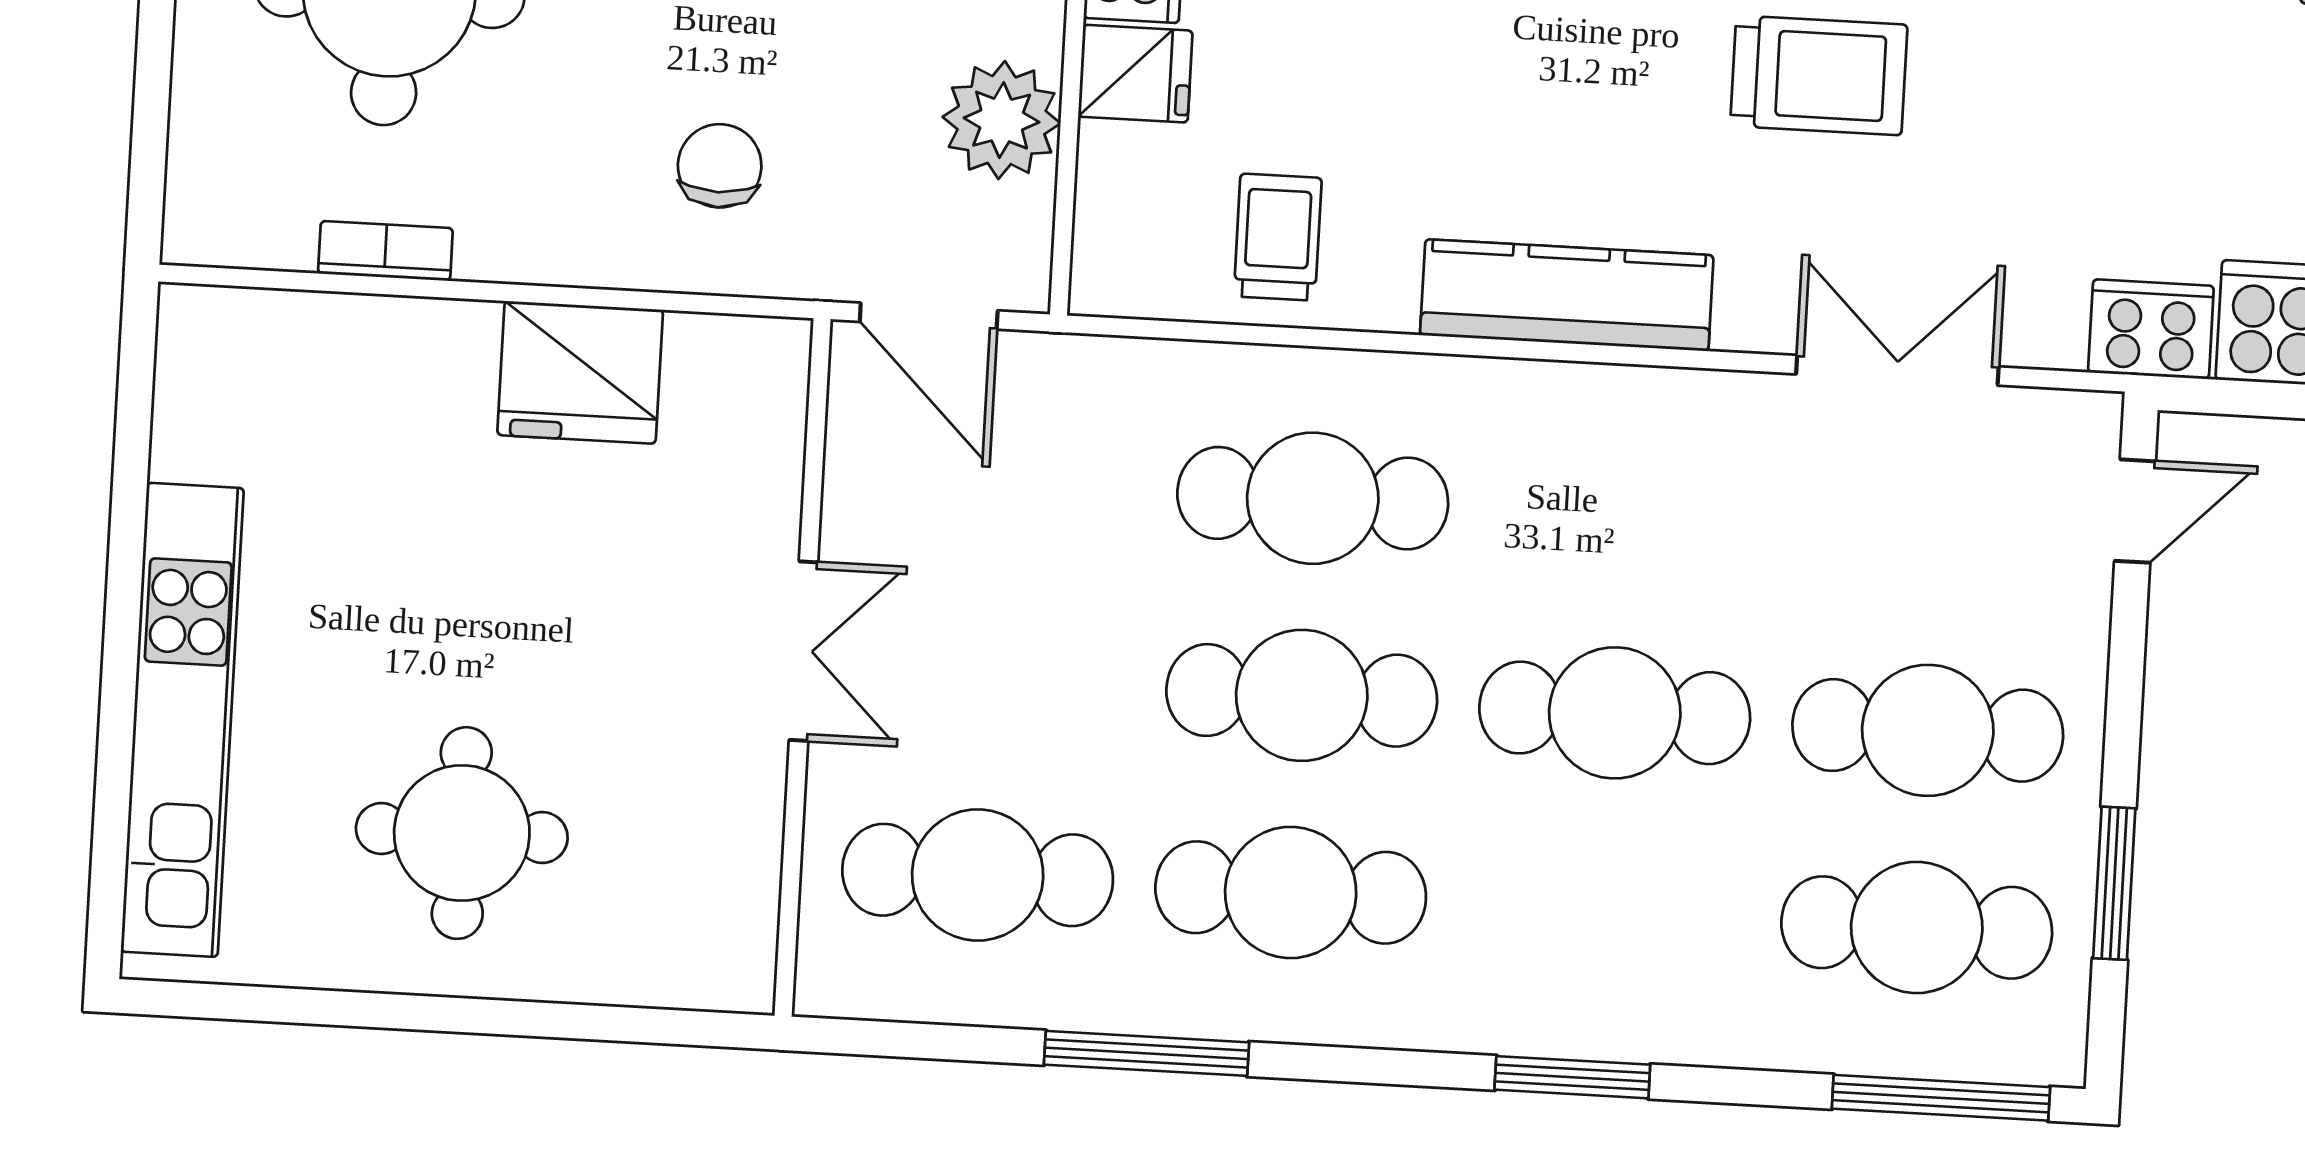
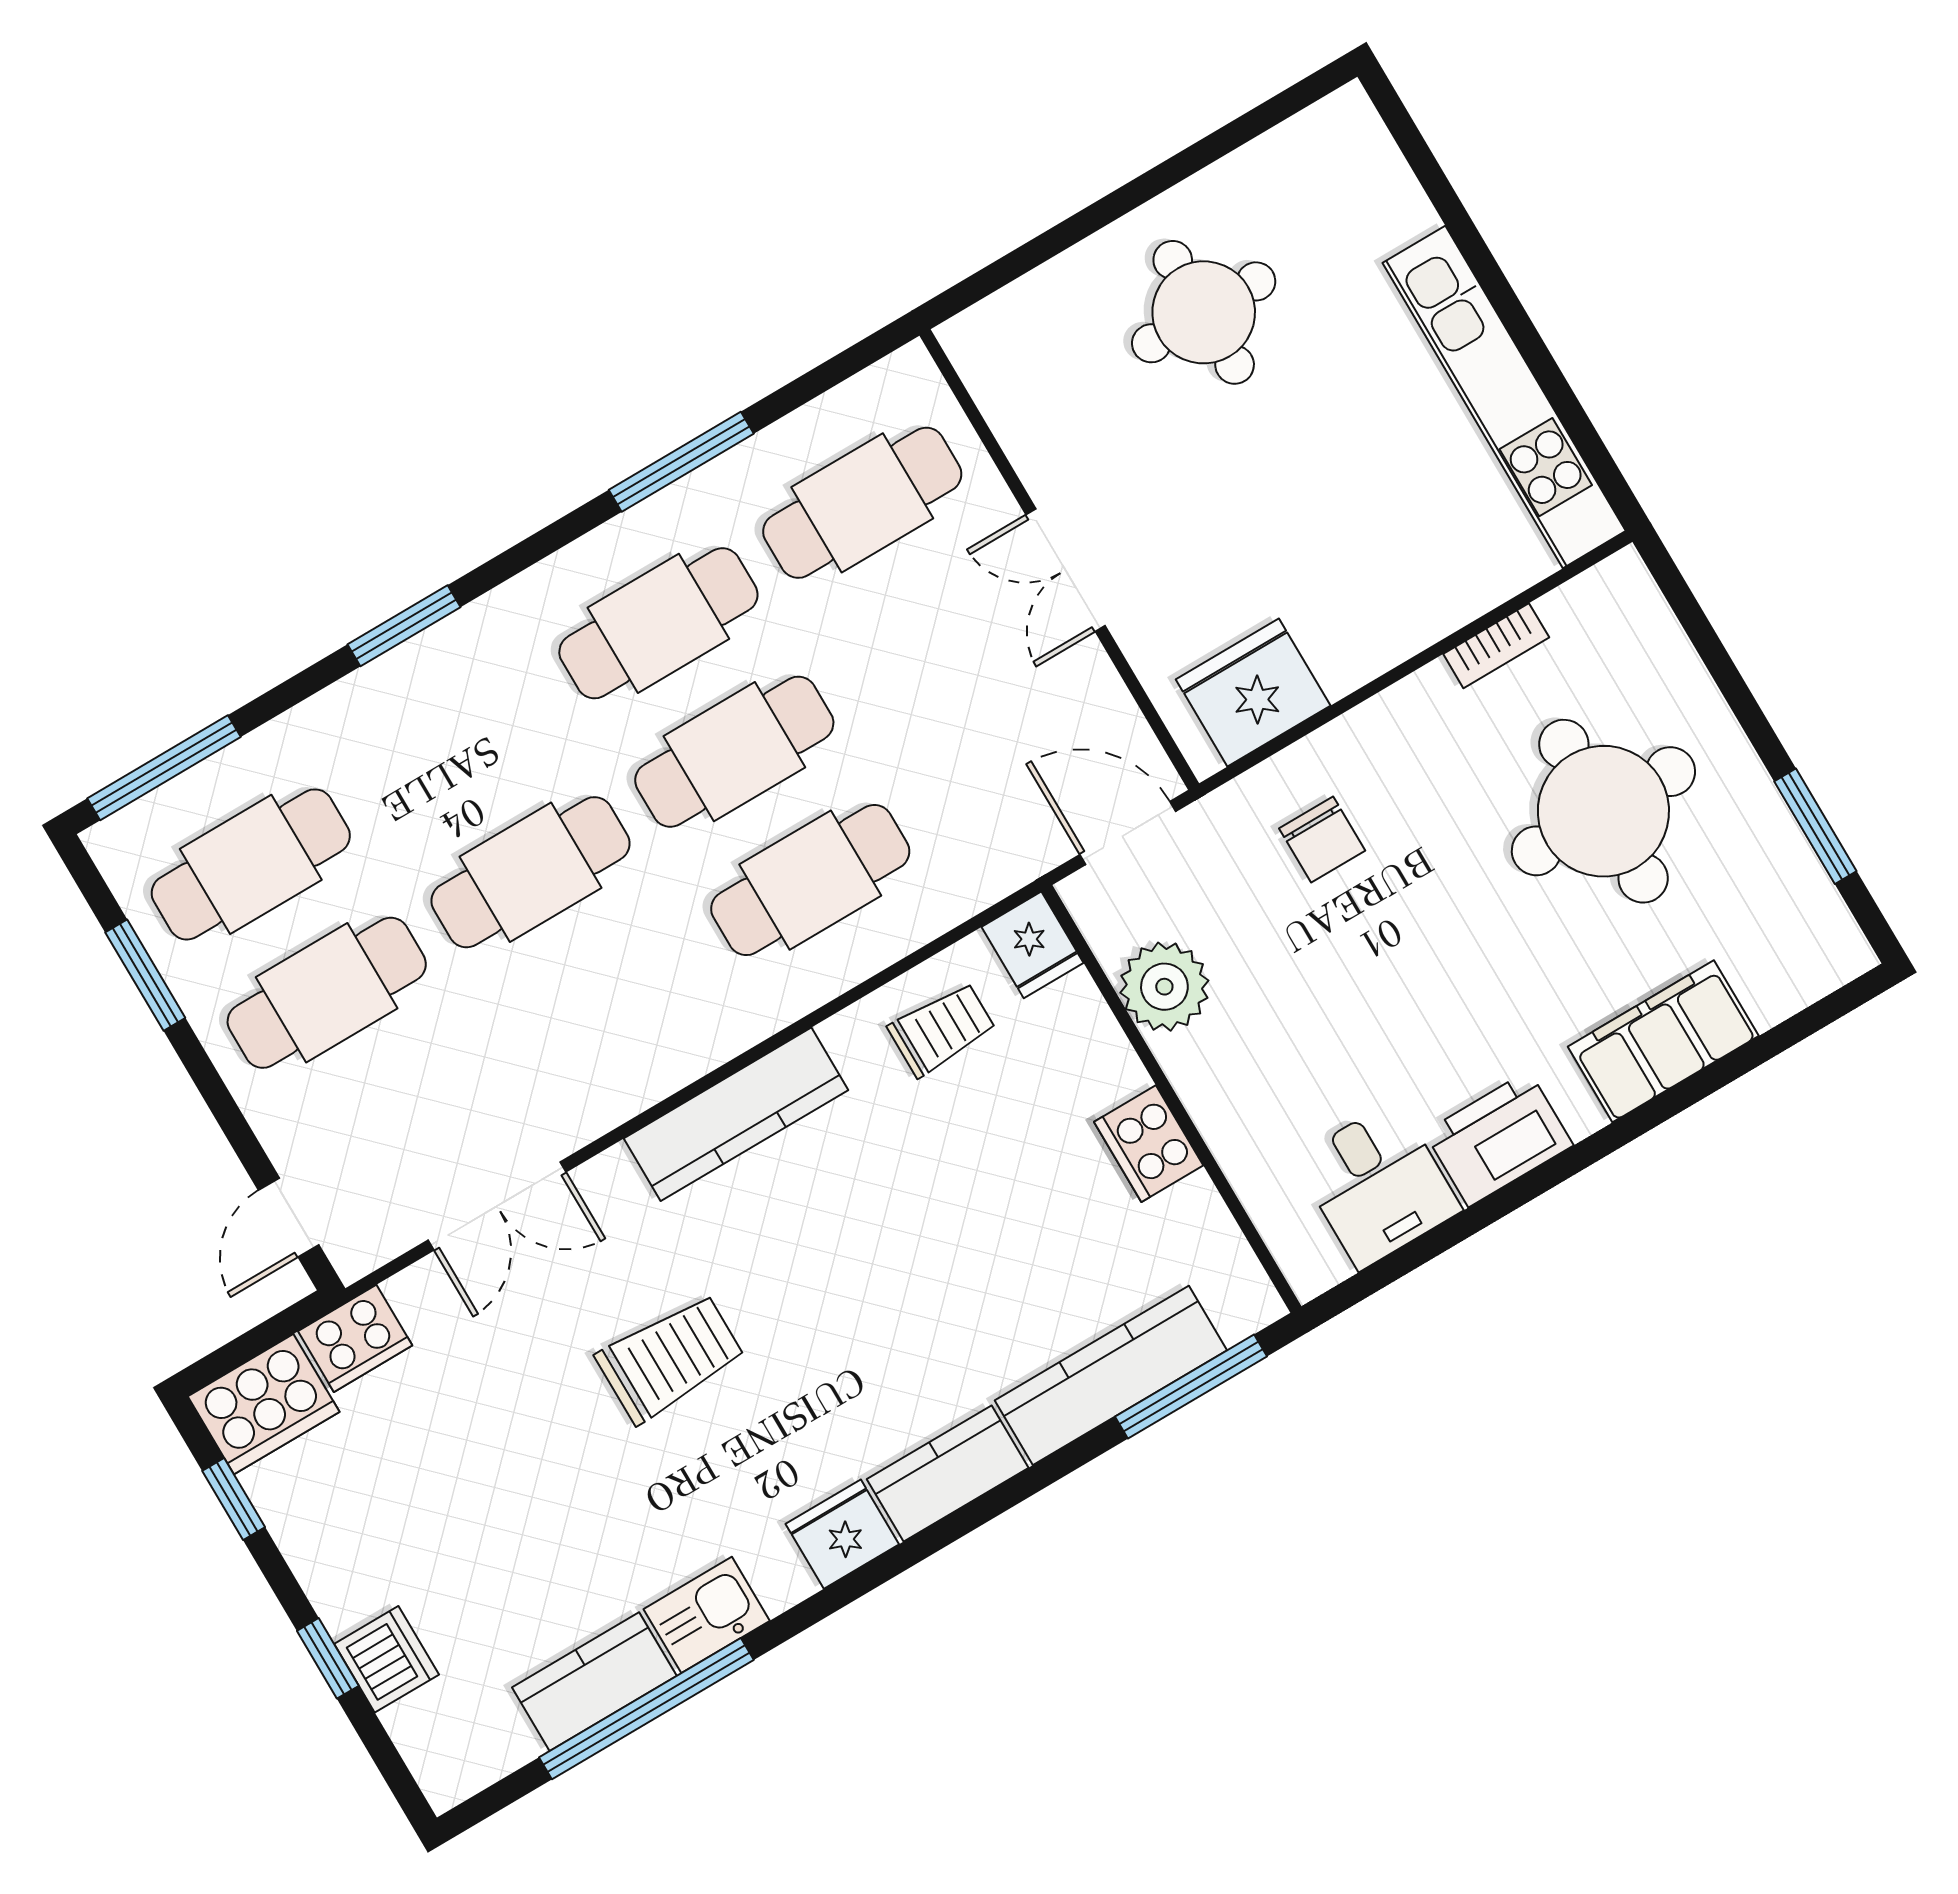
fridge: (1135, 74) -> (1033, 945), moved, turned -90
trolley: (1819, 75) -> (670, 1358), turned 180
trolley: (1278, 237) -> (942, 1029), turned -90
fridge: (580, 372) -> (1253, 692), moved
kitchen unit: (182, 720) -> (1504, 397), moved

